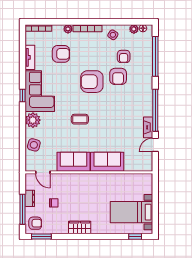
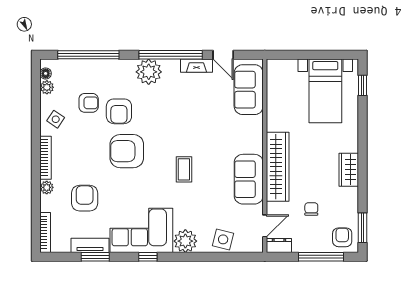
window: (22, 61) -> (95, 257), added
armchair: (118, 76) -> (119, 111), turned 90
armchair: (92, 82) -> (127, 151), turned 90
plant: (144, 96) -> (149, 72), added
sofa: (107, 162) -> (249, 90), moved
wardrobe: (82, 181) -> (278, 167), added
dresser: (30, 198) -> (279, 246), moved

